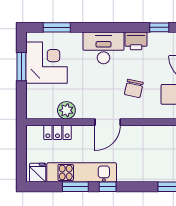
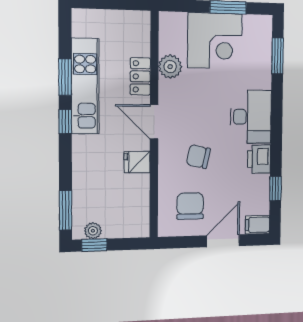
corner desk: (46, 63) -> (215, 41), moved
locker: (57, 132) -> (140, 76), moved
fridge: (38, 173) -> (137, 162), moved, turned 180

